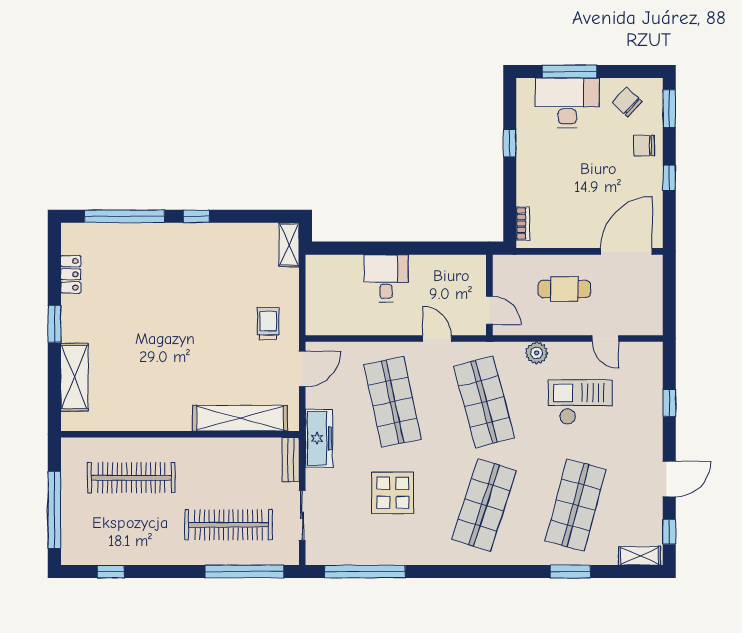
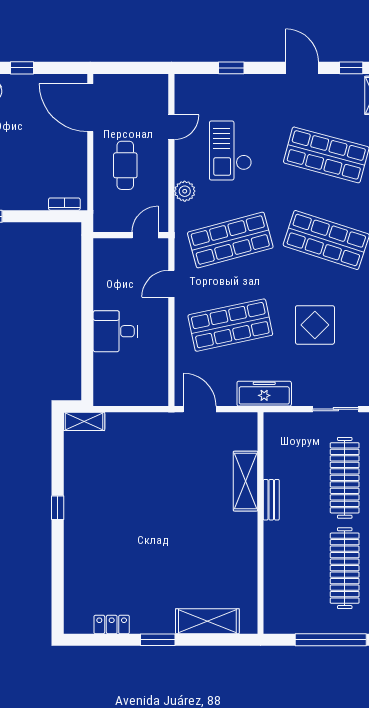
window: (124, 216) -> (58, 575), removed
trolley: (268, 323) -> (157, 441), removed
shelving: (240, 418) -> (245, 481), width x0.68
bench: (291, 459) -> (271, 500), moved, turned 90
clothes rail: (131, 478) -> (345, 568), moved

